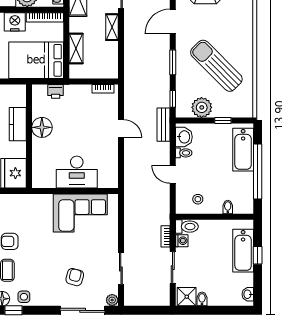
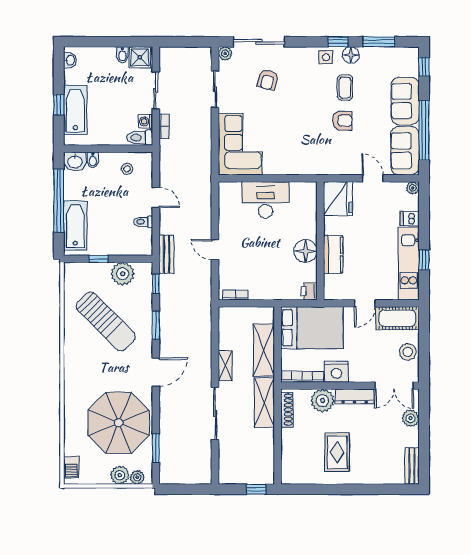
shelving: (76, 49) -> (264, 350), width x1.50, depth x1.33
printer: (56, 91) -> (309, 291), moved, turned -90
washbasin: (184, 137) -> (75, 161), moved, turned -90
corner sofa: (80, 213) -> (240, 144), moved, turned 90

